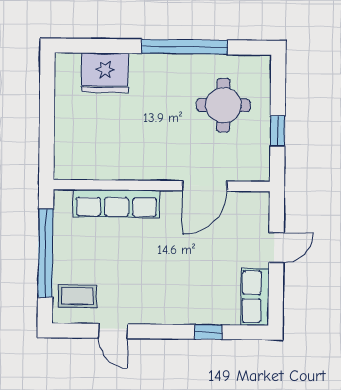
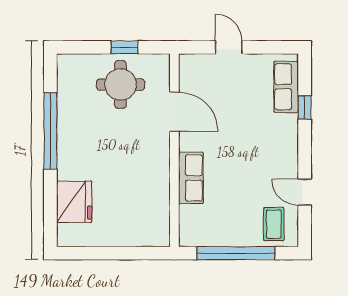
round table: (223, 105) -> (121, 85), moved
row of seats: (117, 204) -> (191, 178), width x0.68
row of seats: (255, 297) -> (286, 87), moved, turned 90
door: (113, 331) -> (305, 192), swing flipped

